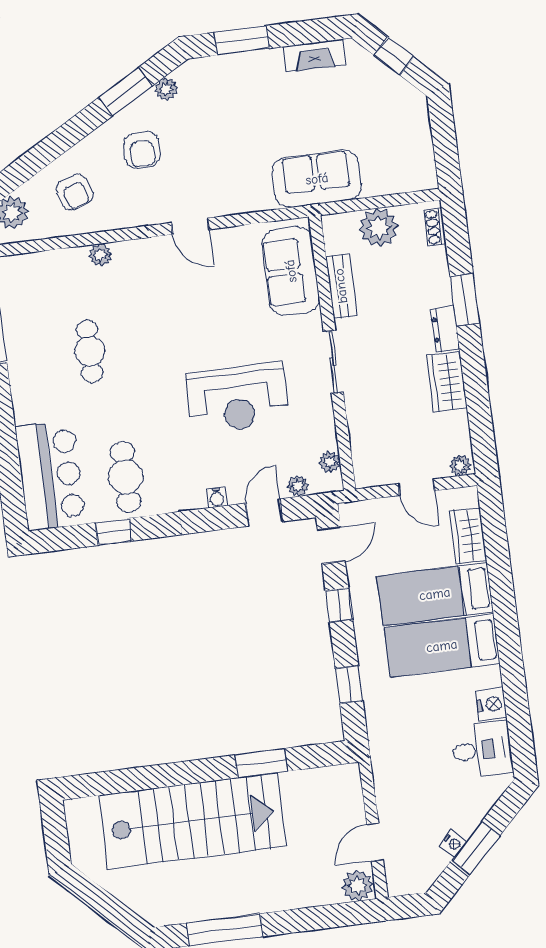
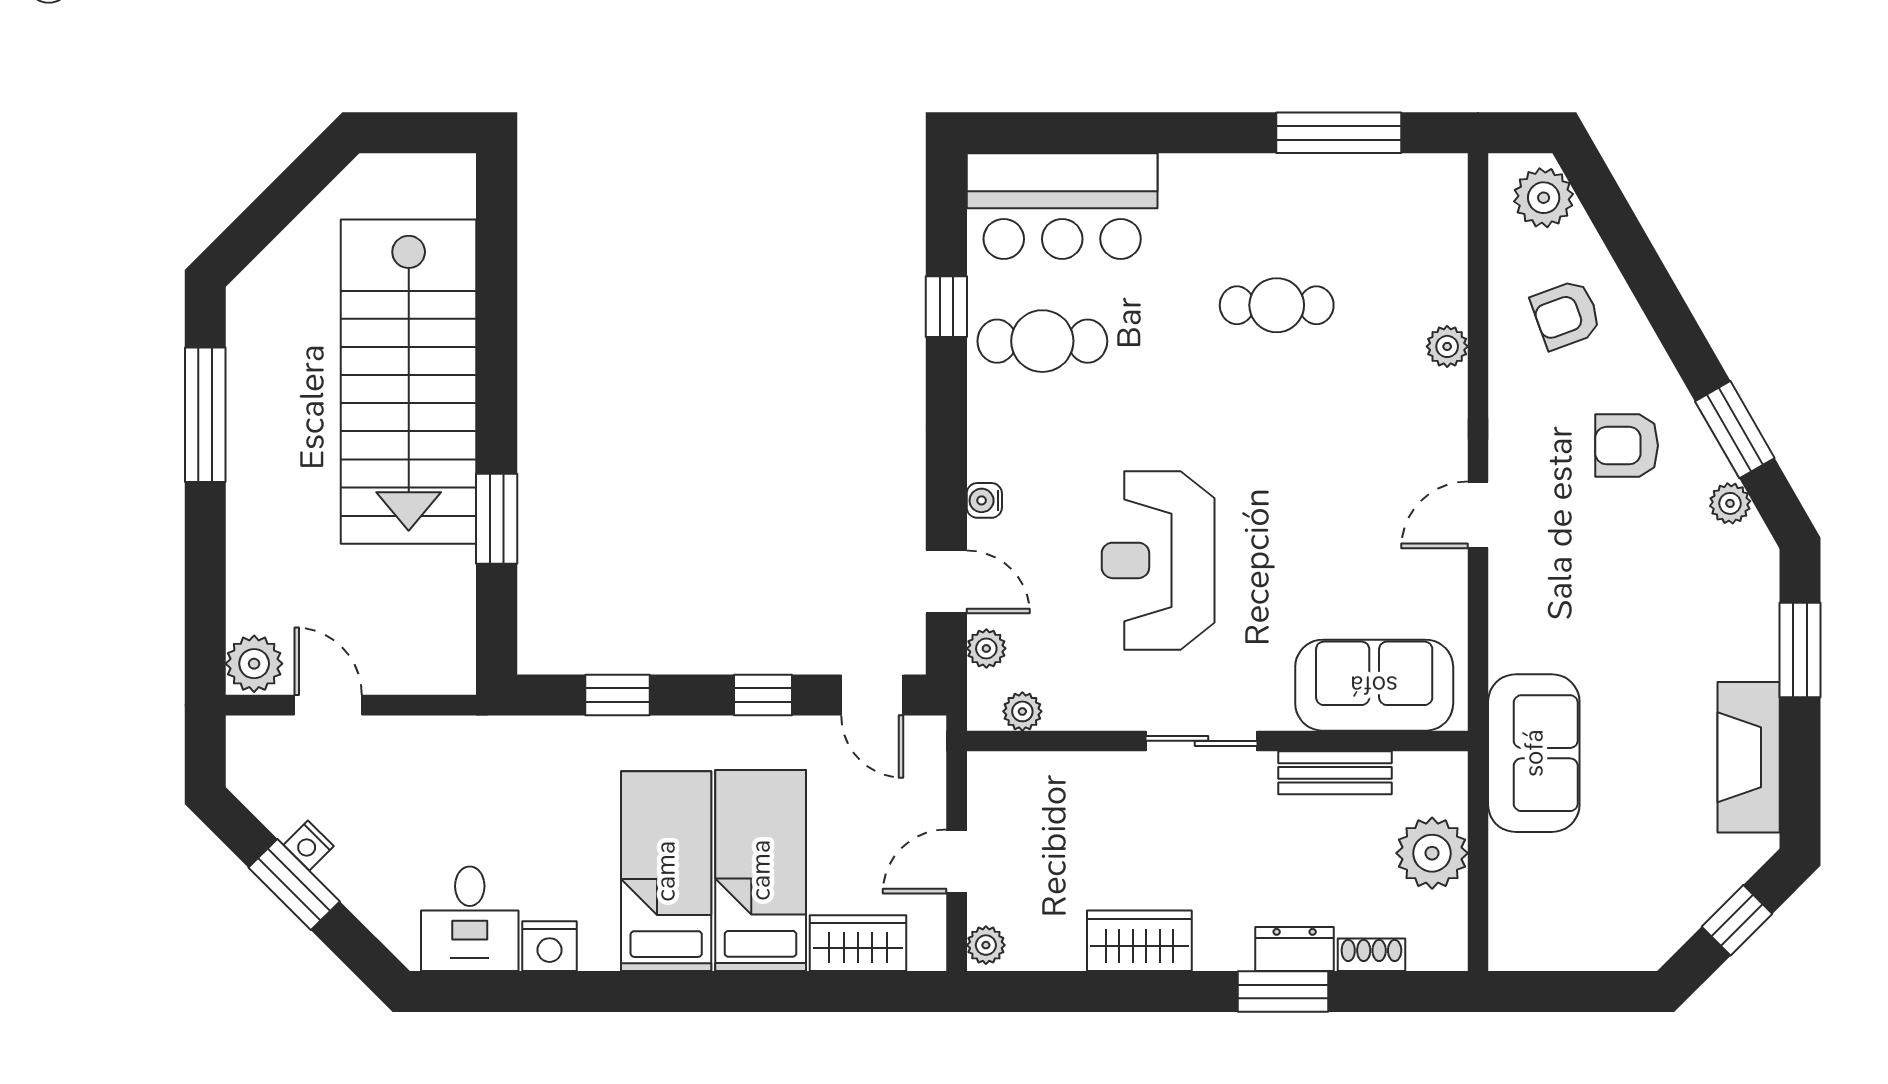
fireplace: (314, 56) -> (1749, 757), width x1.37, depth x1.32
shoe rack: (435, 227) -> (1371, 955), moved
dresser: (445, 329) -> (1295, 949), moved

